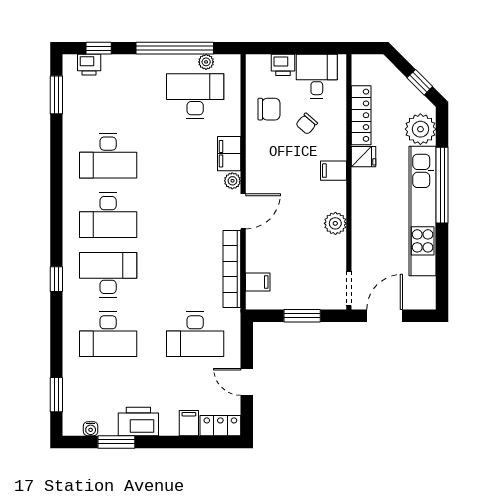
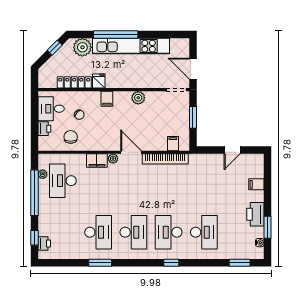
window: (56, 95) -> (100, 263), moved
desk: (195, 334) -> (204, 181), removed
locker: (220, 426) -> (258, 166), removed

